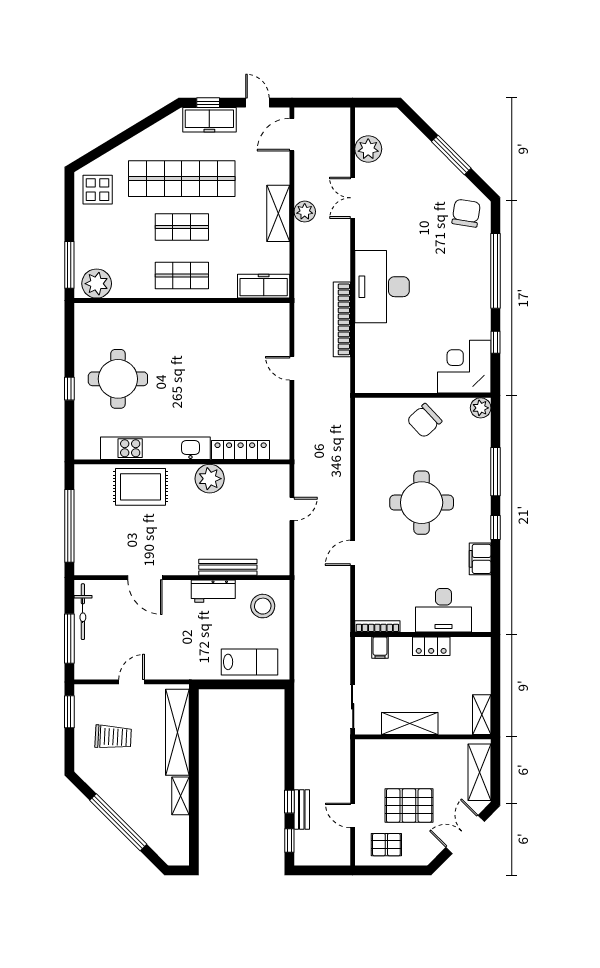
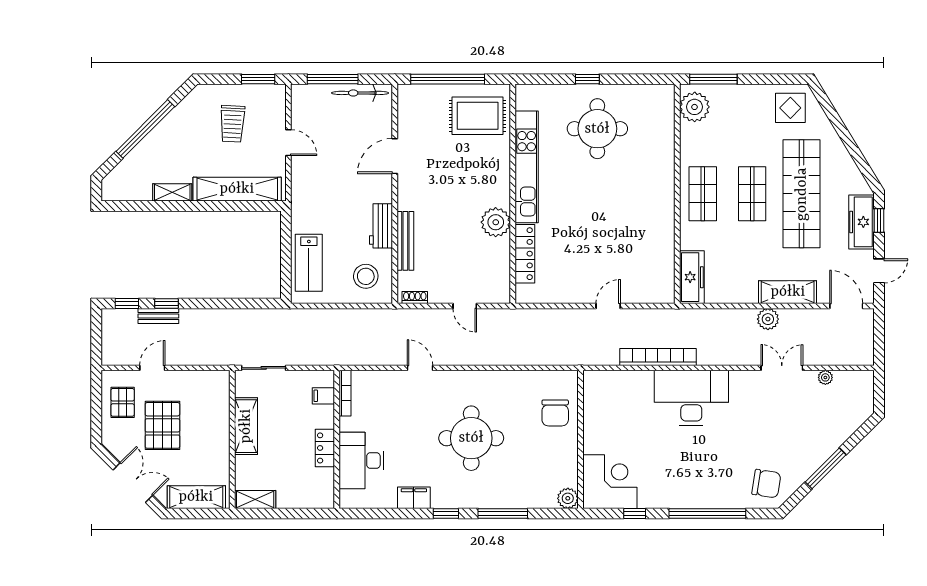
plant: (368, 149) -> (825, 377), width x0.53, depth x0.53
shelving: (278, 213) -> (788, 292), moved
chair: (424, 421) -> (555, 413), moved, turned -137
rug: (141, 487) -> (478, 116), moved, turned 90
shoe rack: (284, 558) -> (415, 298), added

